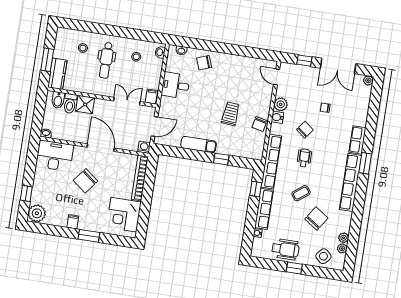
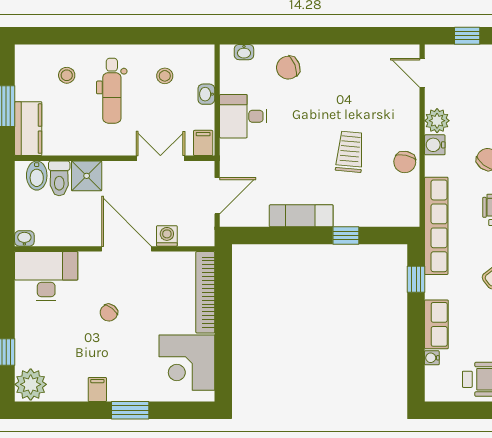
washbasin: (160, 52) -> (206, 94), moved
washing machine: (144, 147) -> (167, 236), moved
chair: (86, 181) -> (109, 313), width x0.54, depth x0.54
row of seats: (264, 209) -> (436, 324), width x0.68

